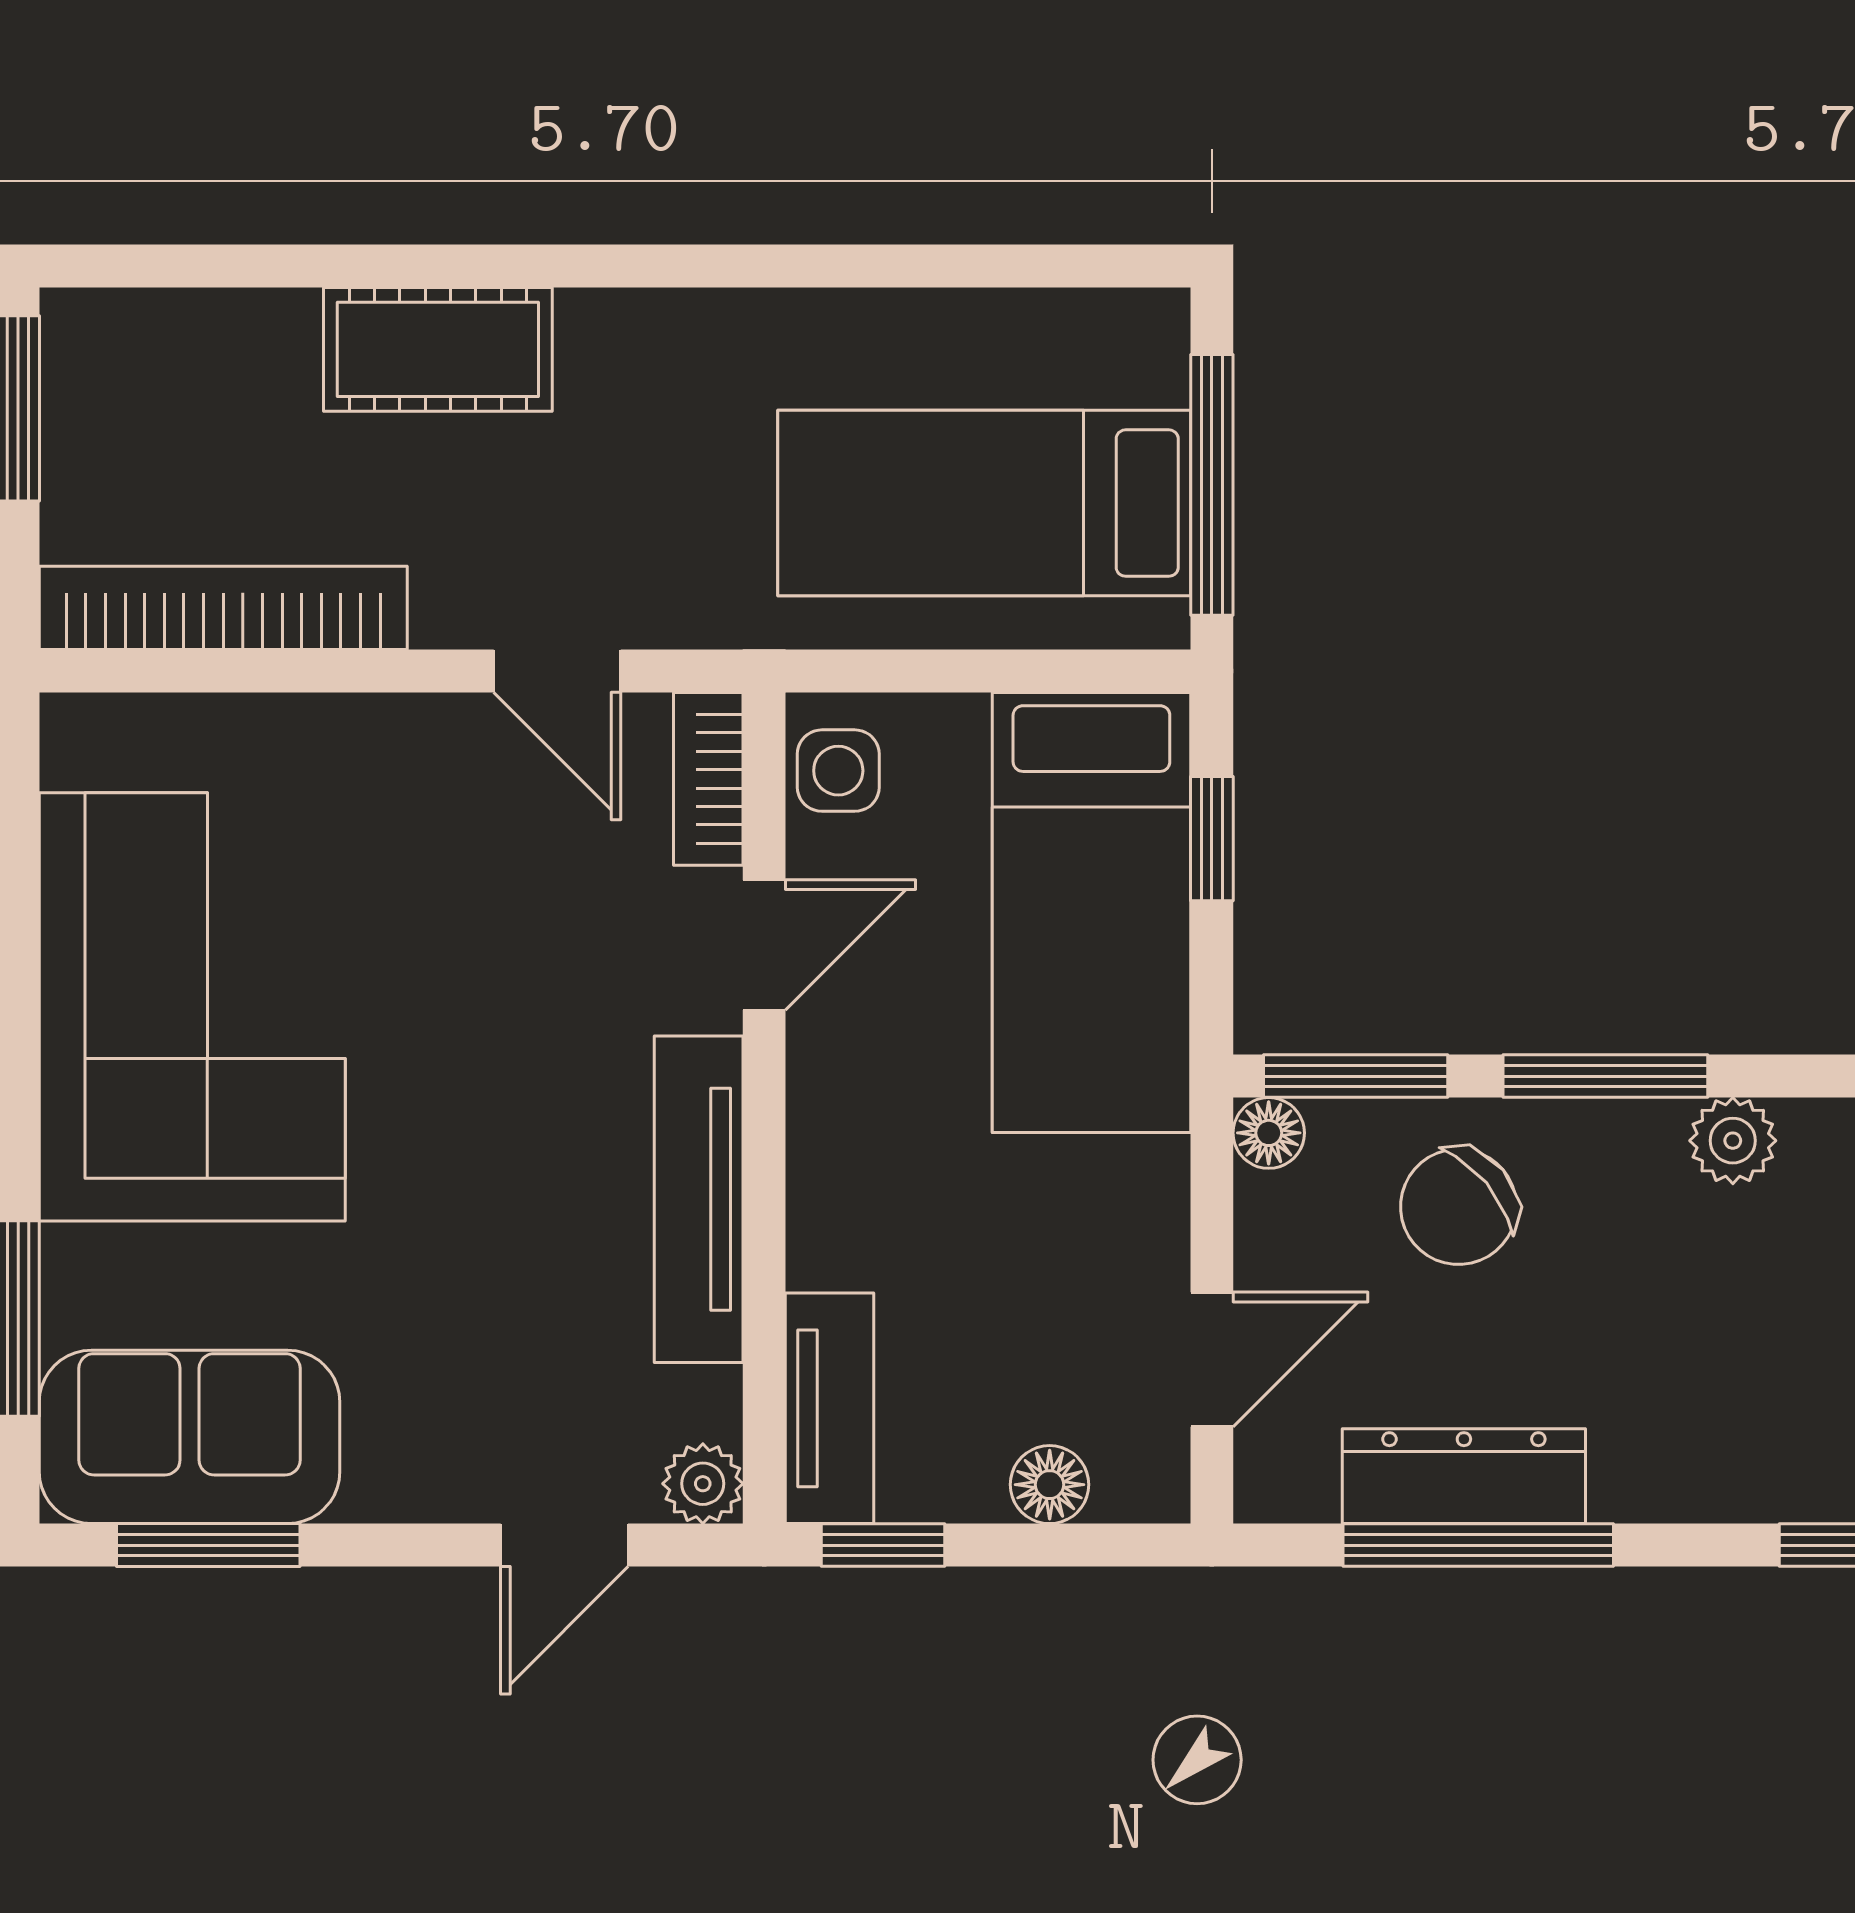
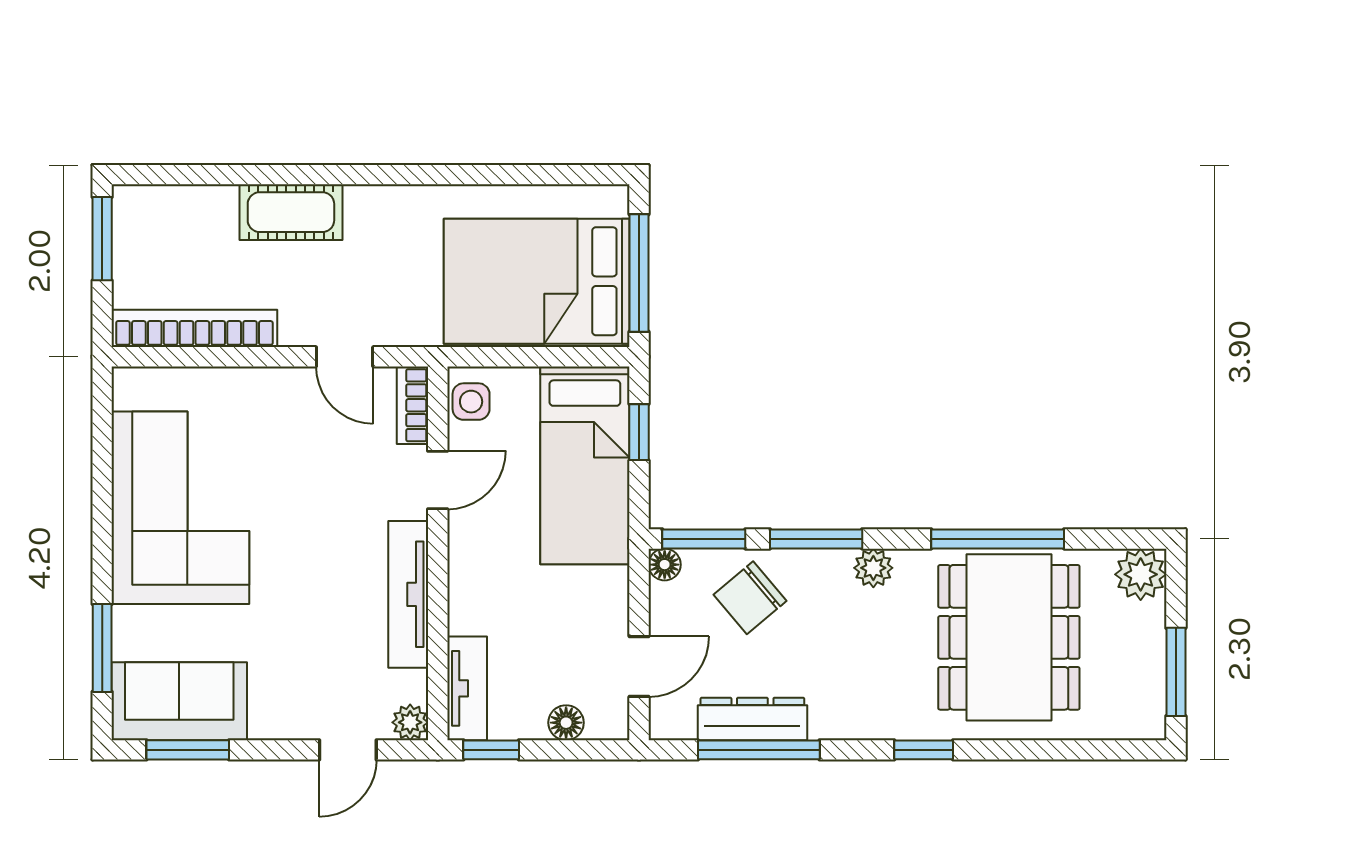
bed: (984, 503) -> (537, 281), width x1.50

